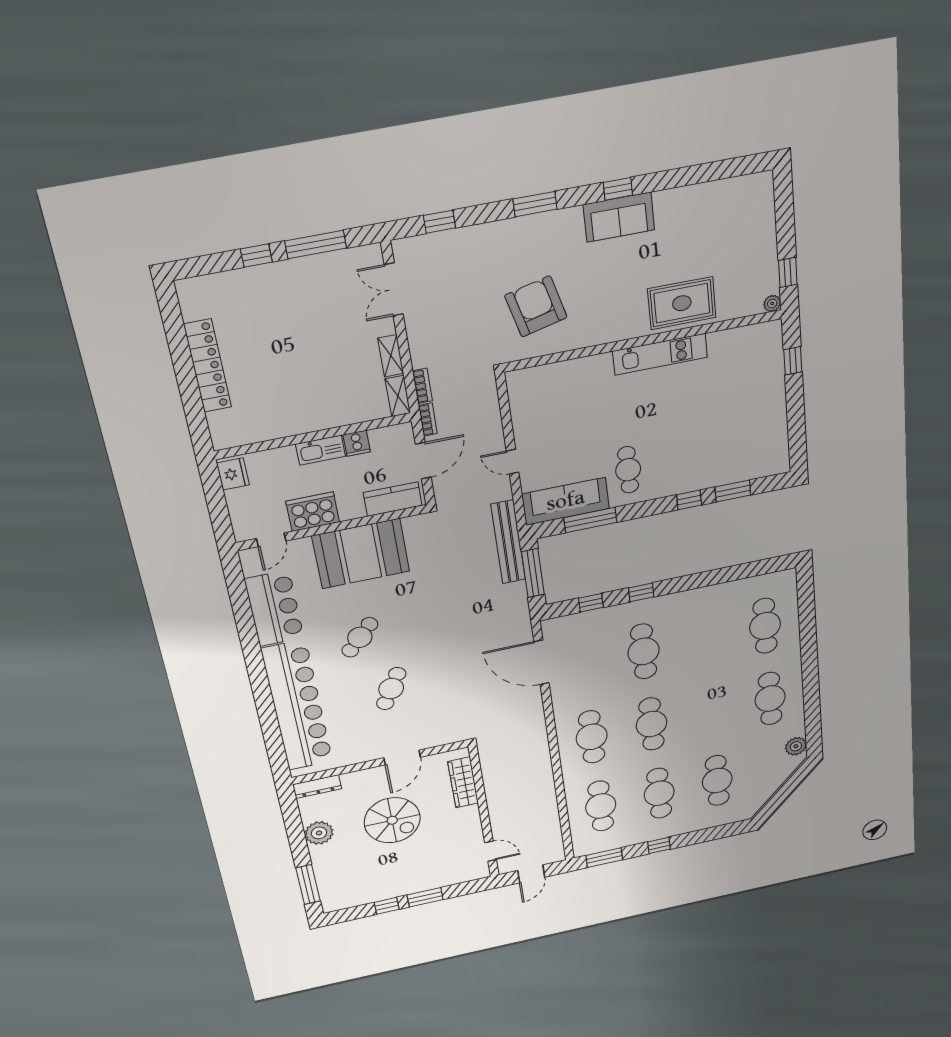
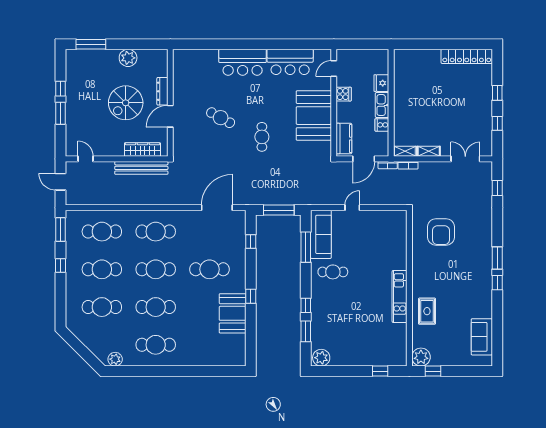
window: (535, 204) -> (497, 258), moved
sofa: (619, 217) -> (482, 337), moved
window: (316, 245) -> (497, 123), width x0.46
rug: (682, 303) -> (427, 311), width x0.73, depth x0.70
plant: (772, 303) -> (421, 357), width x1.88, depth x1.88
armchair: (536, 306) -> (441, 232), turned 104
locker: (208, 366) -> (467, 56), moved
plant: (775, 459) -> (321, 358), added
door: (423, 461) -> (364, 159), hinge flipped
fridge: (233, 474) -> (381, 83), moved, turned 90
cooker: (313, 512) -> (344, 94), width x0.53, depth x0.76
door: (271, 540) -> (334, 69), hinge flipped
bench: (508, 542) -> (141, 168), moved
window: (641, 592) -> (251, 296), moved
booth: (712, 604) -> (233, 313), added
cafe table: (765, 626) -> (156, 307), moved
cafe table: (360, 637) -> (262, 137), moved, turned 47
bar counter: (297, 706) -> (243, 62), width x0.54
door: (402, 757) -> (170, 116), hinge flipped
dresser: (317, 787) -> (162, 91), moved
door: (491, 851) -> (86, 159), swing flipped

